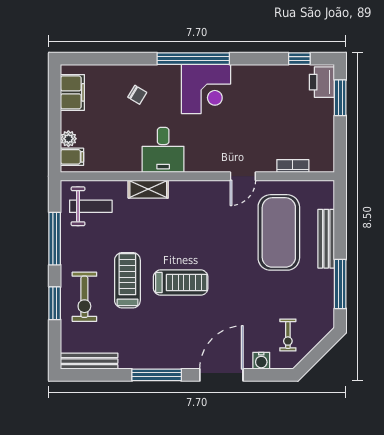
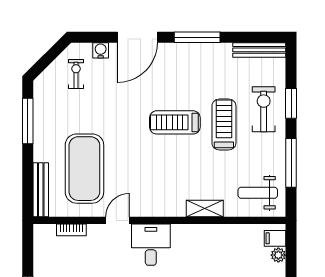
desk: (163, 150) -> (151, 245), moved
bench: (326, 239) -> (41, 190), moved
treadmill: (127, 280) -> (224, 124), turned 180

